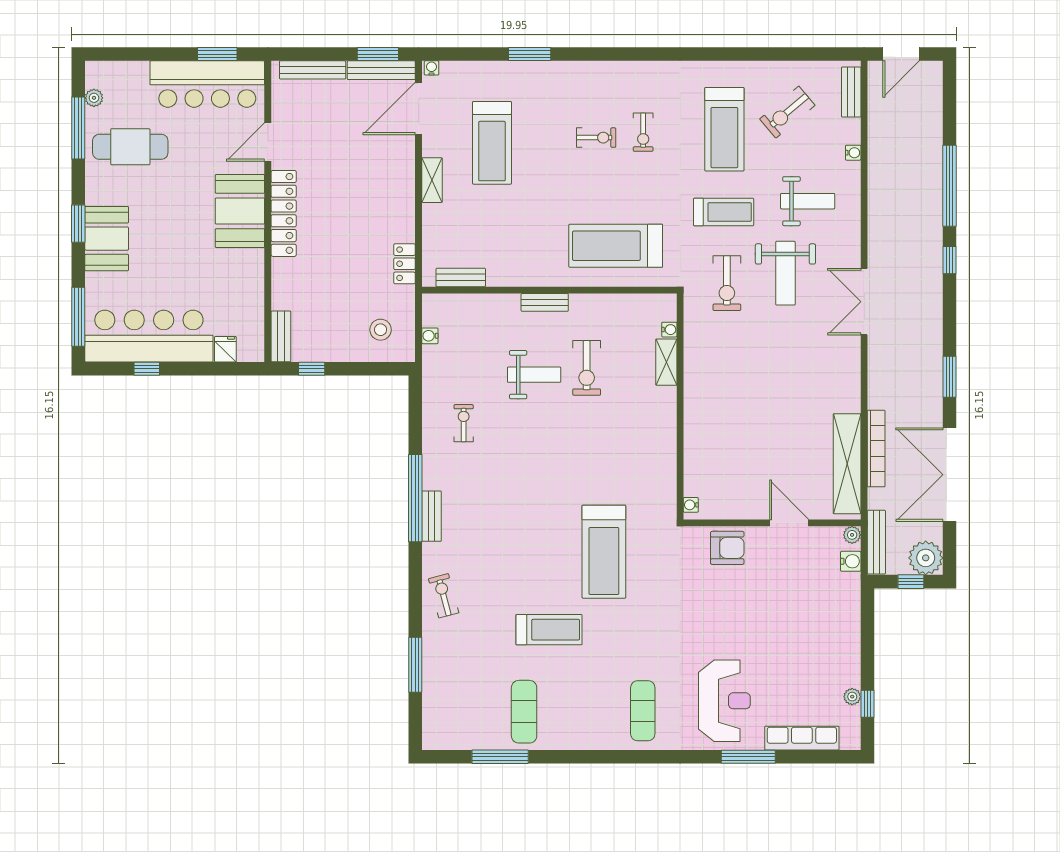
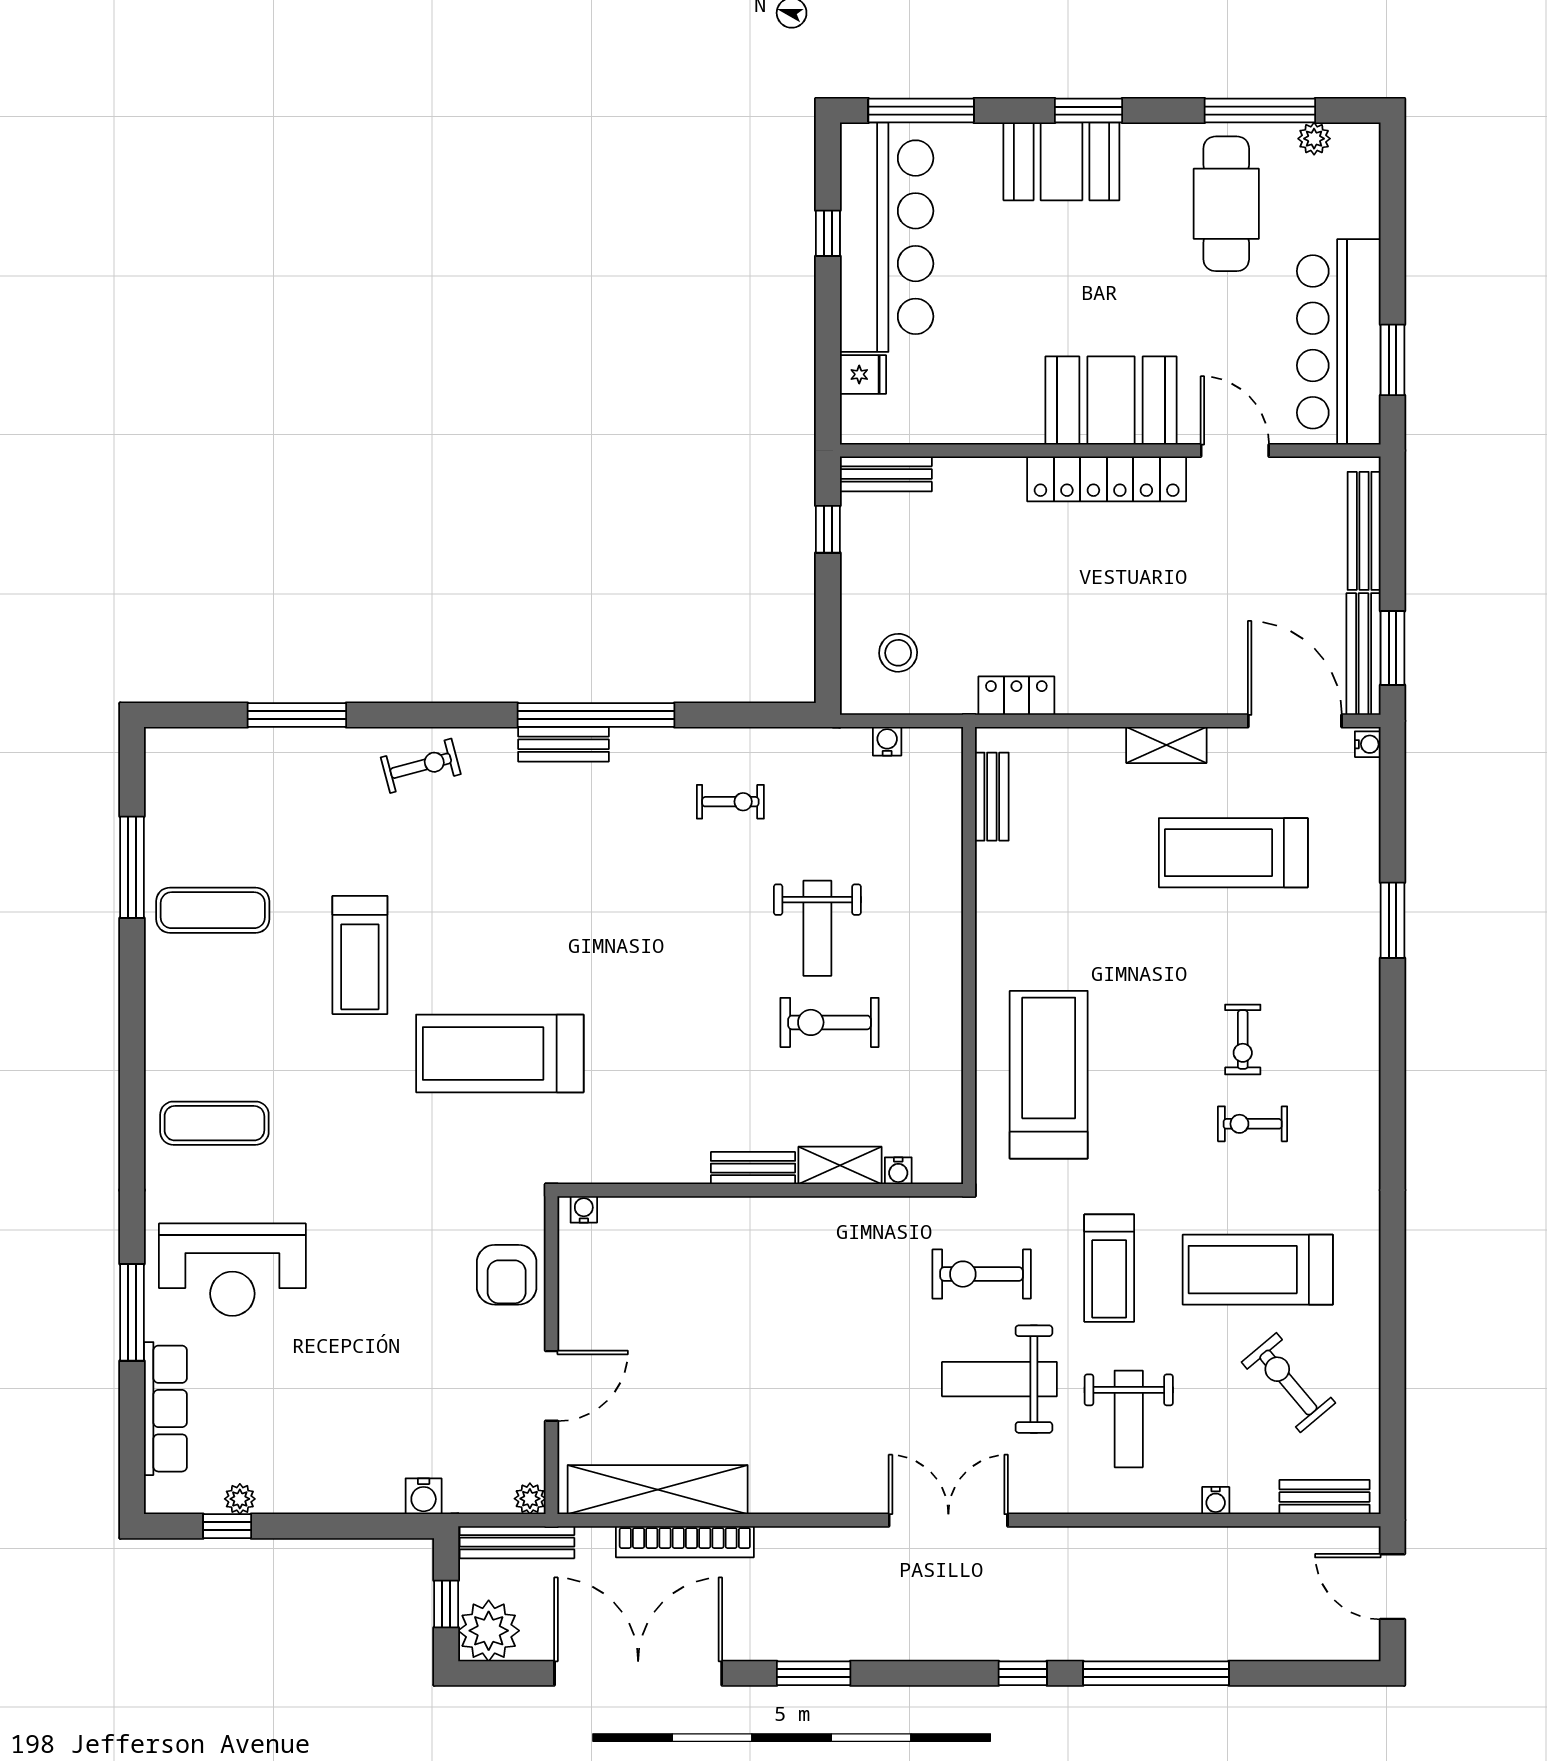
bench: (545, 302) -> (753, 1168), moved, turned 90
water cooler: (851, 561) -> (424, 1496), moved

